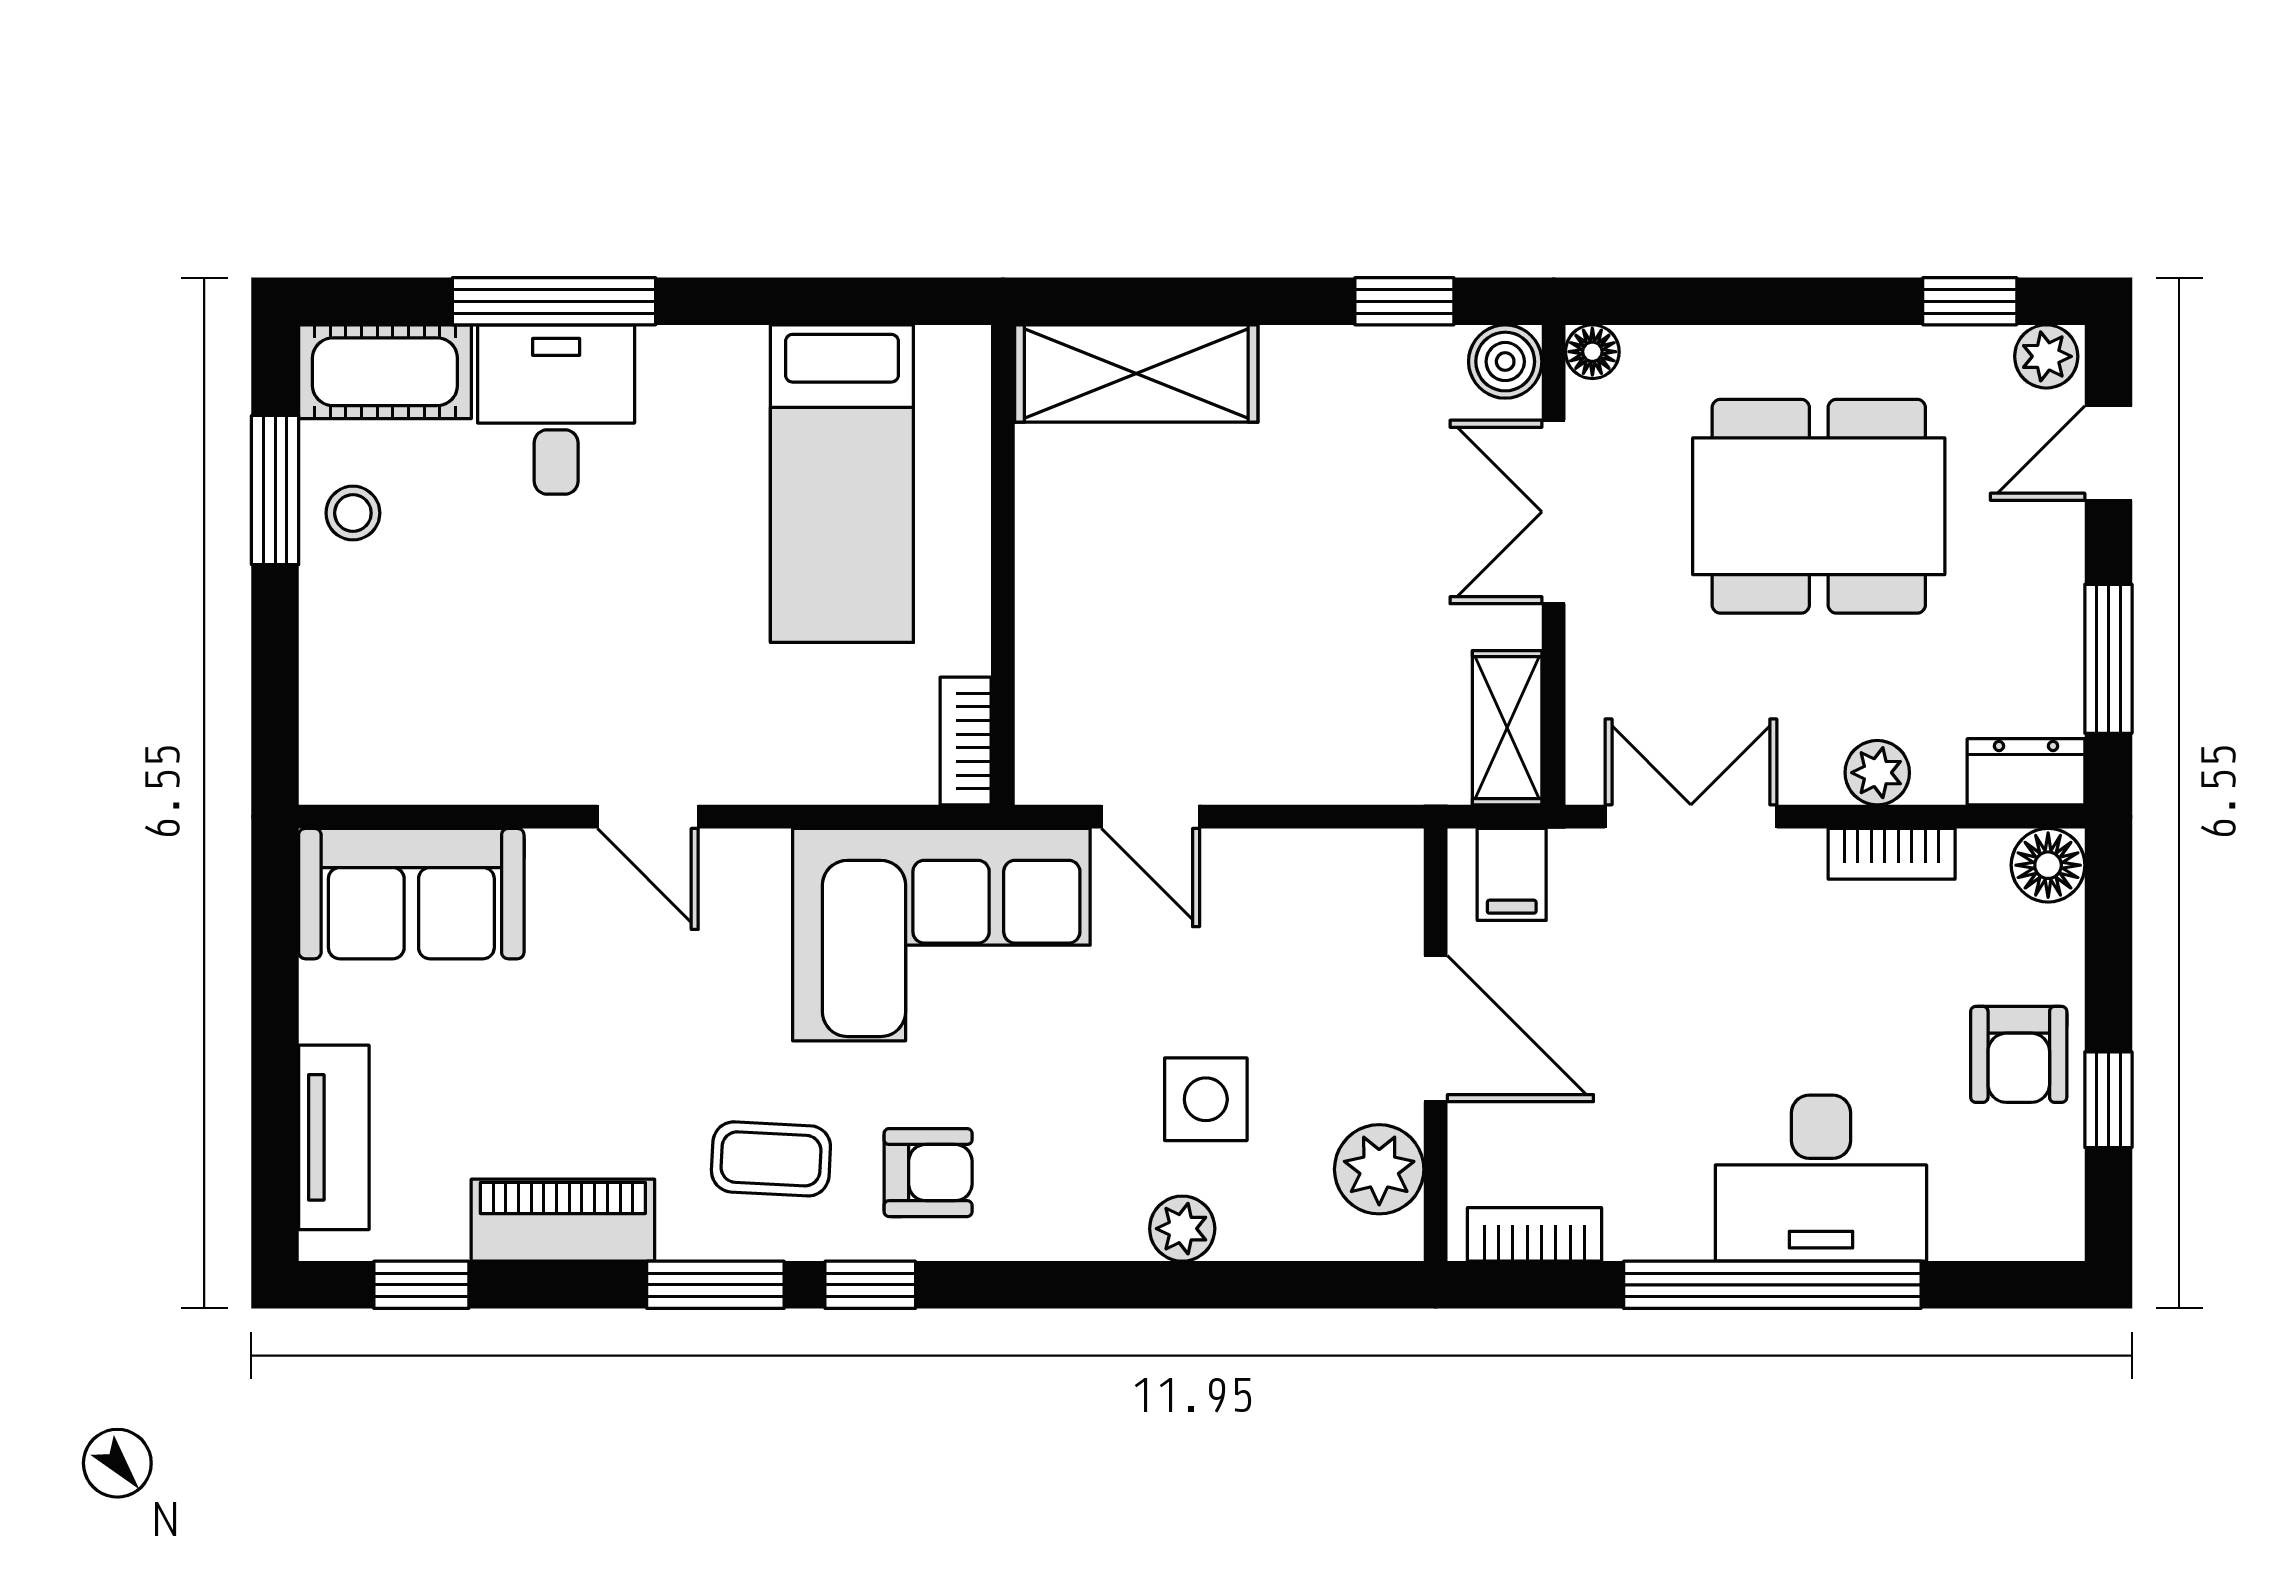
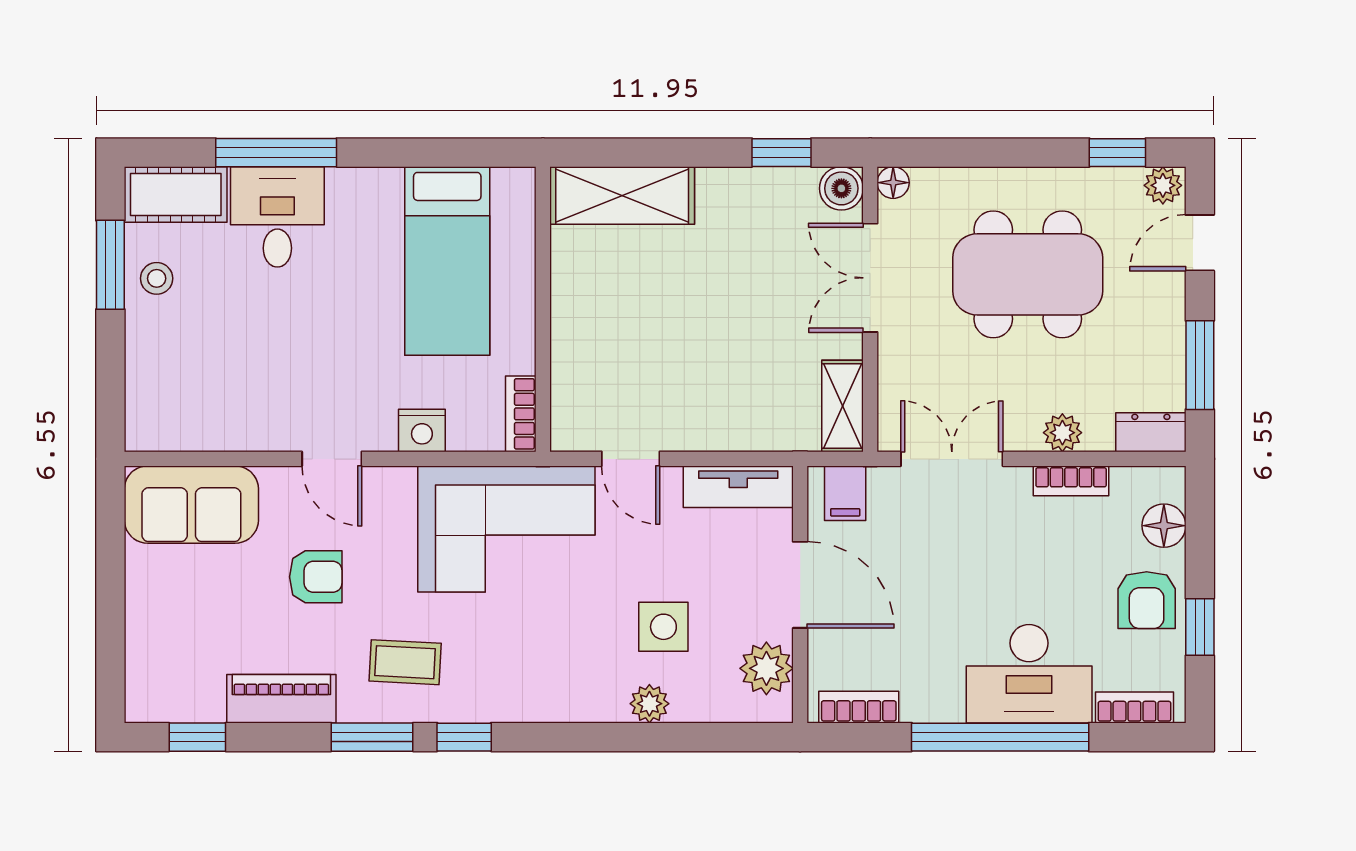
nightstand: (799, 769) -> (422, 430), added
floor lamp: (2048, 865) -> (1164, 526), moved
tv unit: (334, 1137) -> (738, 487), moved, turned 90
armchair: (928, 1173) -> (316, 577), moved
bookcase: (1998, 1235) -> (1134, 707), added

